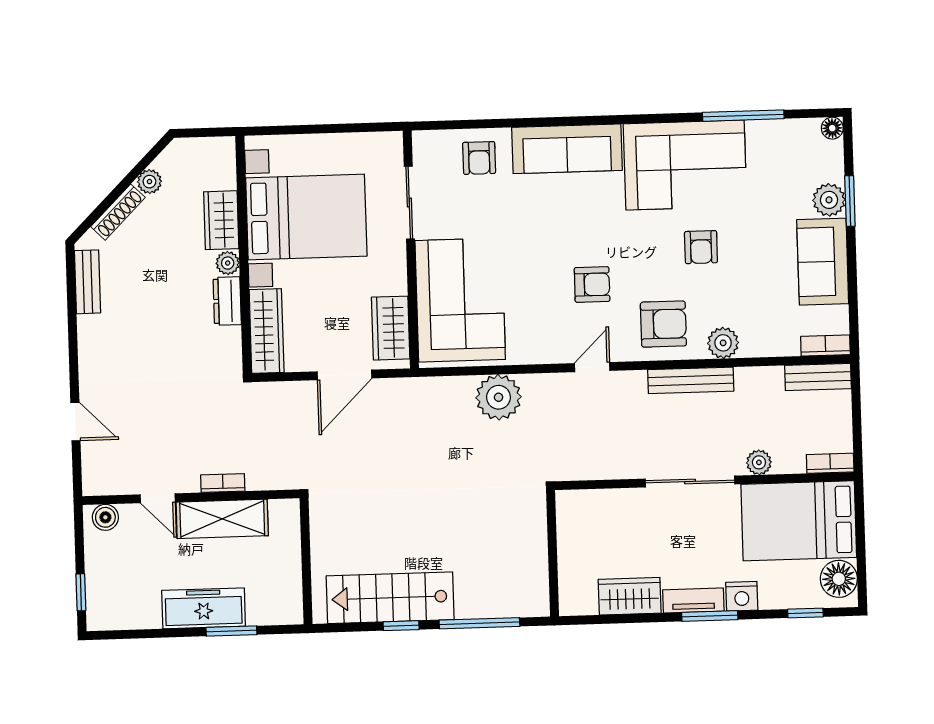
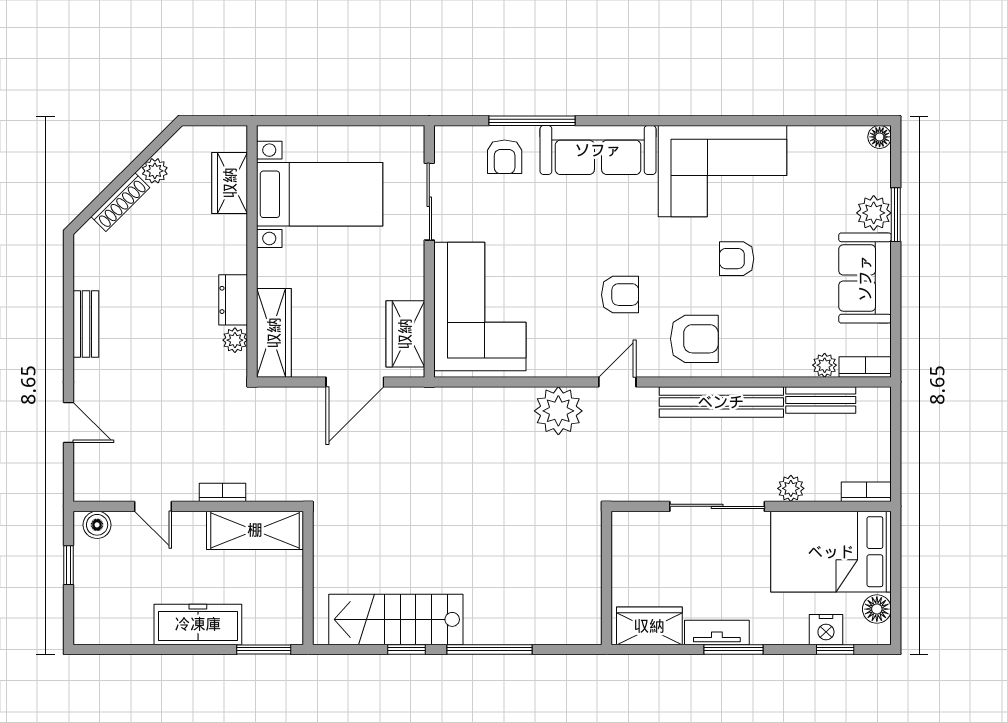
window: (743, 116) -> (532, 121), moved
bed with nightstands: (306, 217) -> (320, 194), width x0.73
wardrobe: (221, 220) -> (230, 183), moved
armchair: (701, 247) -> (737, 259), turned 90
plant: (228, 263) -> (235, 340), moved
bench: (88, 282) -> (86, 324), moved
plant: (723, 343) -> (825, 365), moved, width x0.73, depth x0.73
bench: (818, 377) -> (821, 400), moved
bench: (691, 380) -> (721, 402), width x1.37, depth x1.21
plant: (499, 397) -> (558, 411), moved
shelving: (222, 519) -> (255, 530), moved
wall: (553, 553) -> (607, 578), moved
floor lamp: (839, 579) -> (877, 609), width x0.73, depth x0.73
window: (81, 592) -> (69, 565), moved
nightstand: (742, 596) -> (826, 630), moved
window: (231, 631) -> (264, 649), moved

